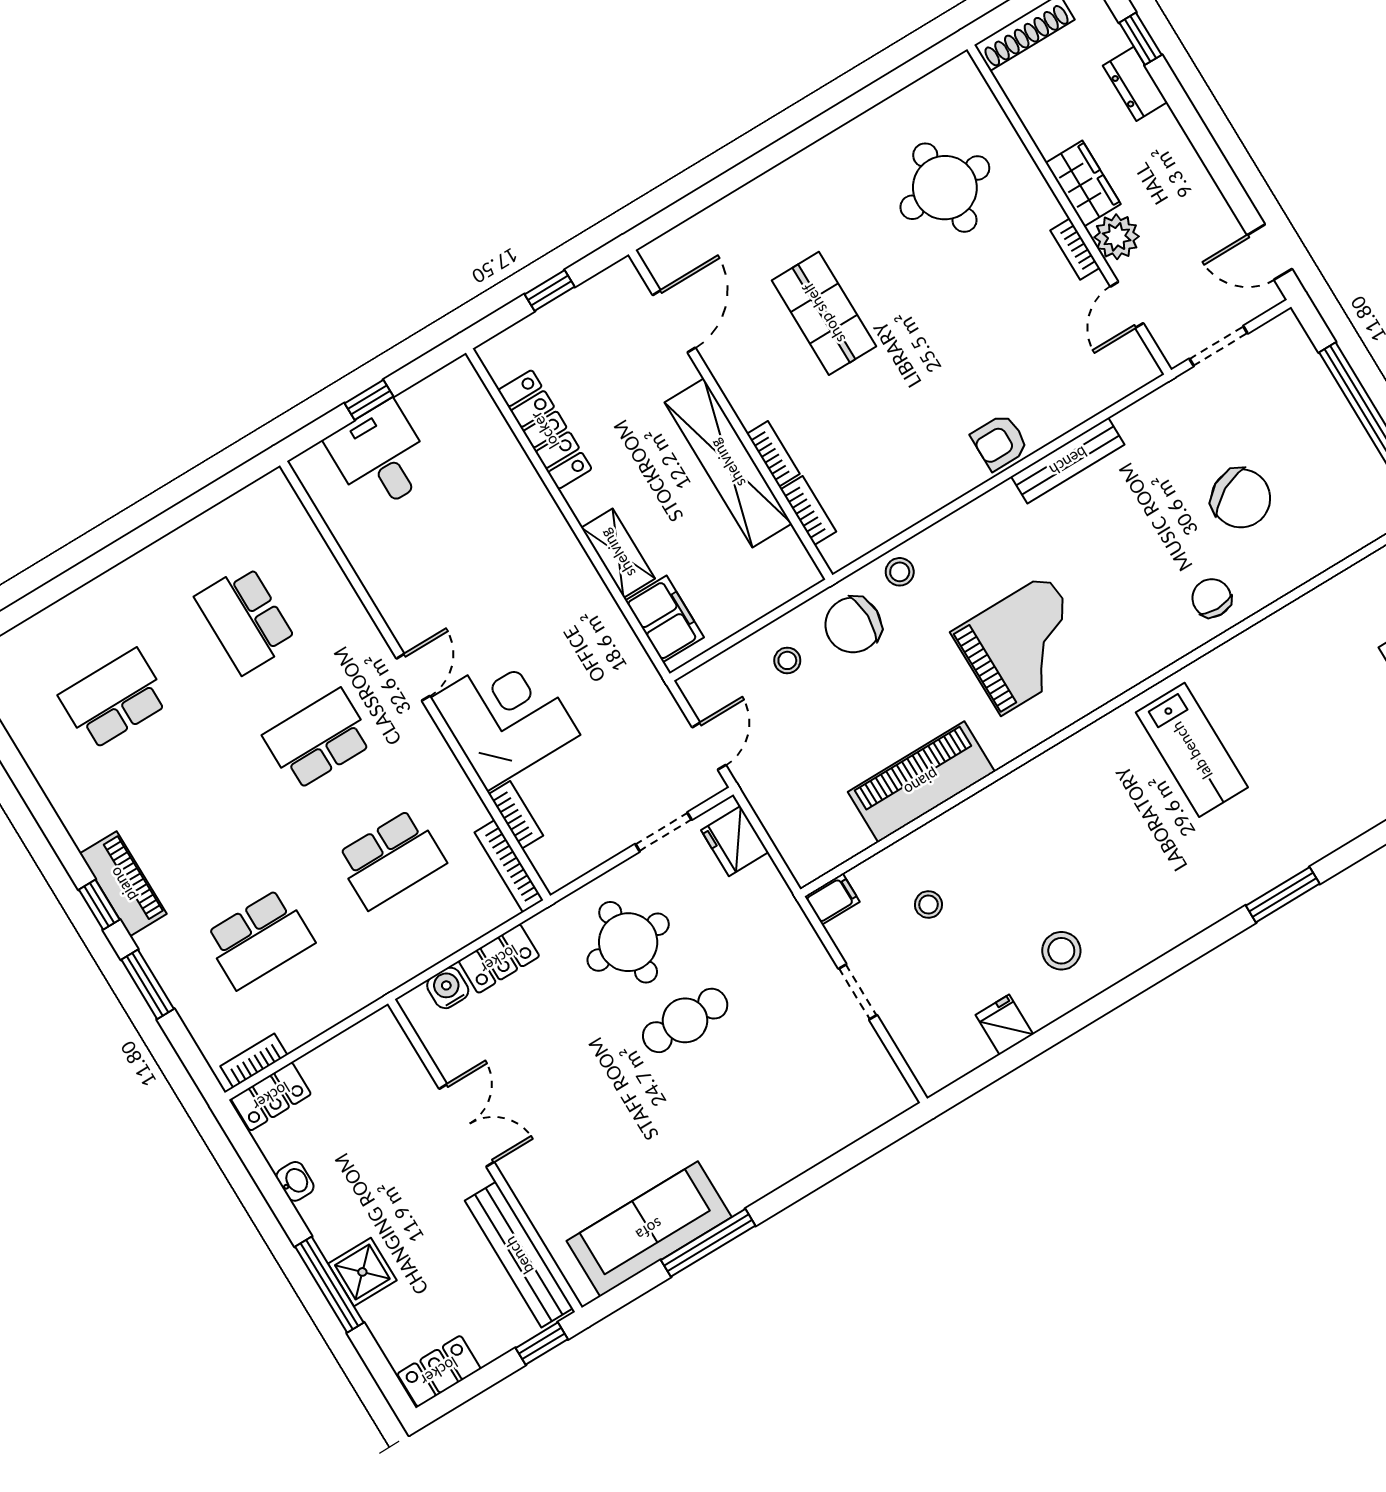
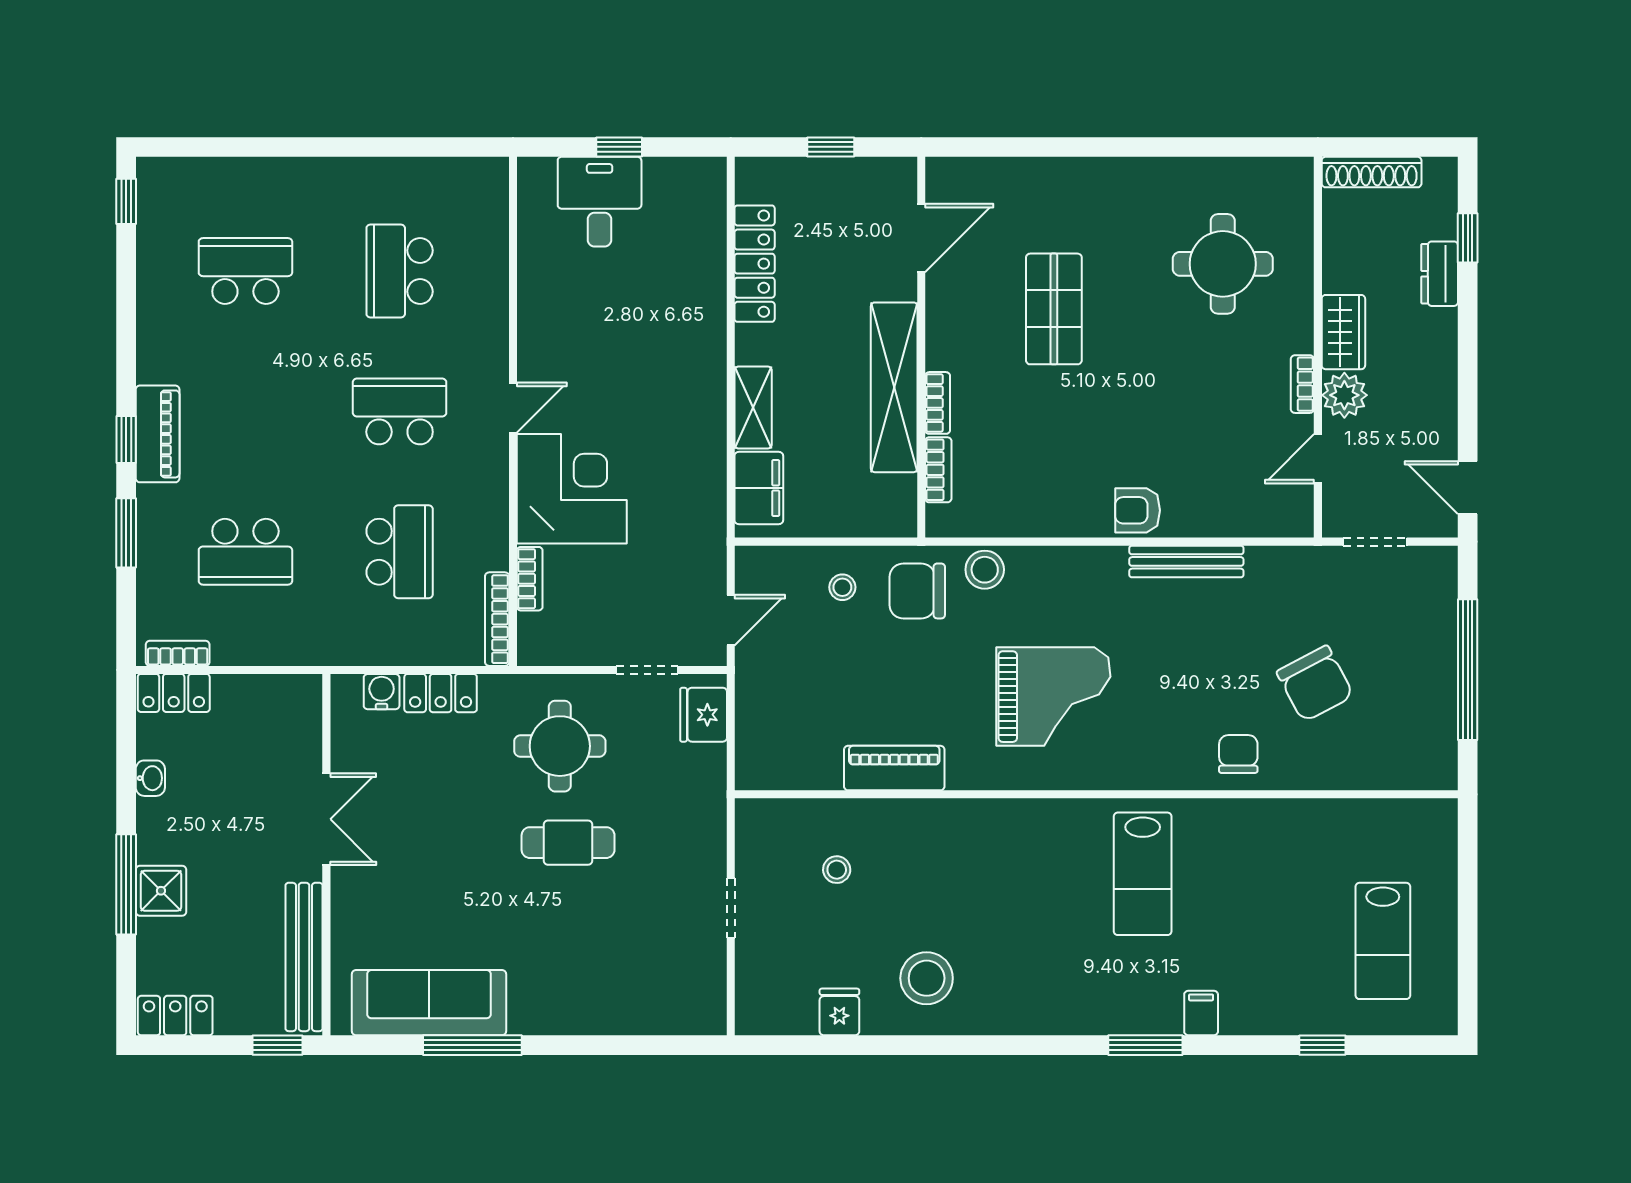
stool: (900, 572) -> (985, 570), width x1.37, depth x1.37
piano: (921, 782) -> (894, 768), width x0.73, depth x0.75
school desk: (391, 859) -> (400, 552), turned -90
filing cabinet: (832, 899) -> (1201, 1013), moved, turned -90
stool: (1061, 951) -> (927, 978), width x1.38, depth x1.38

